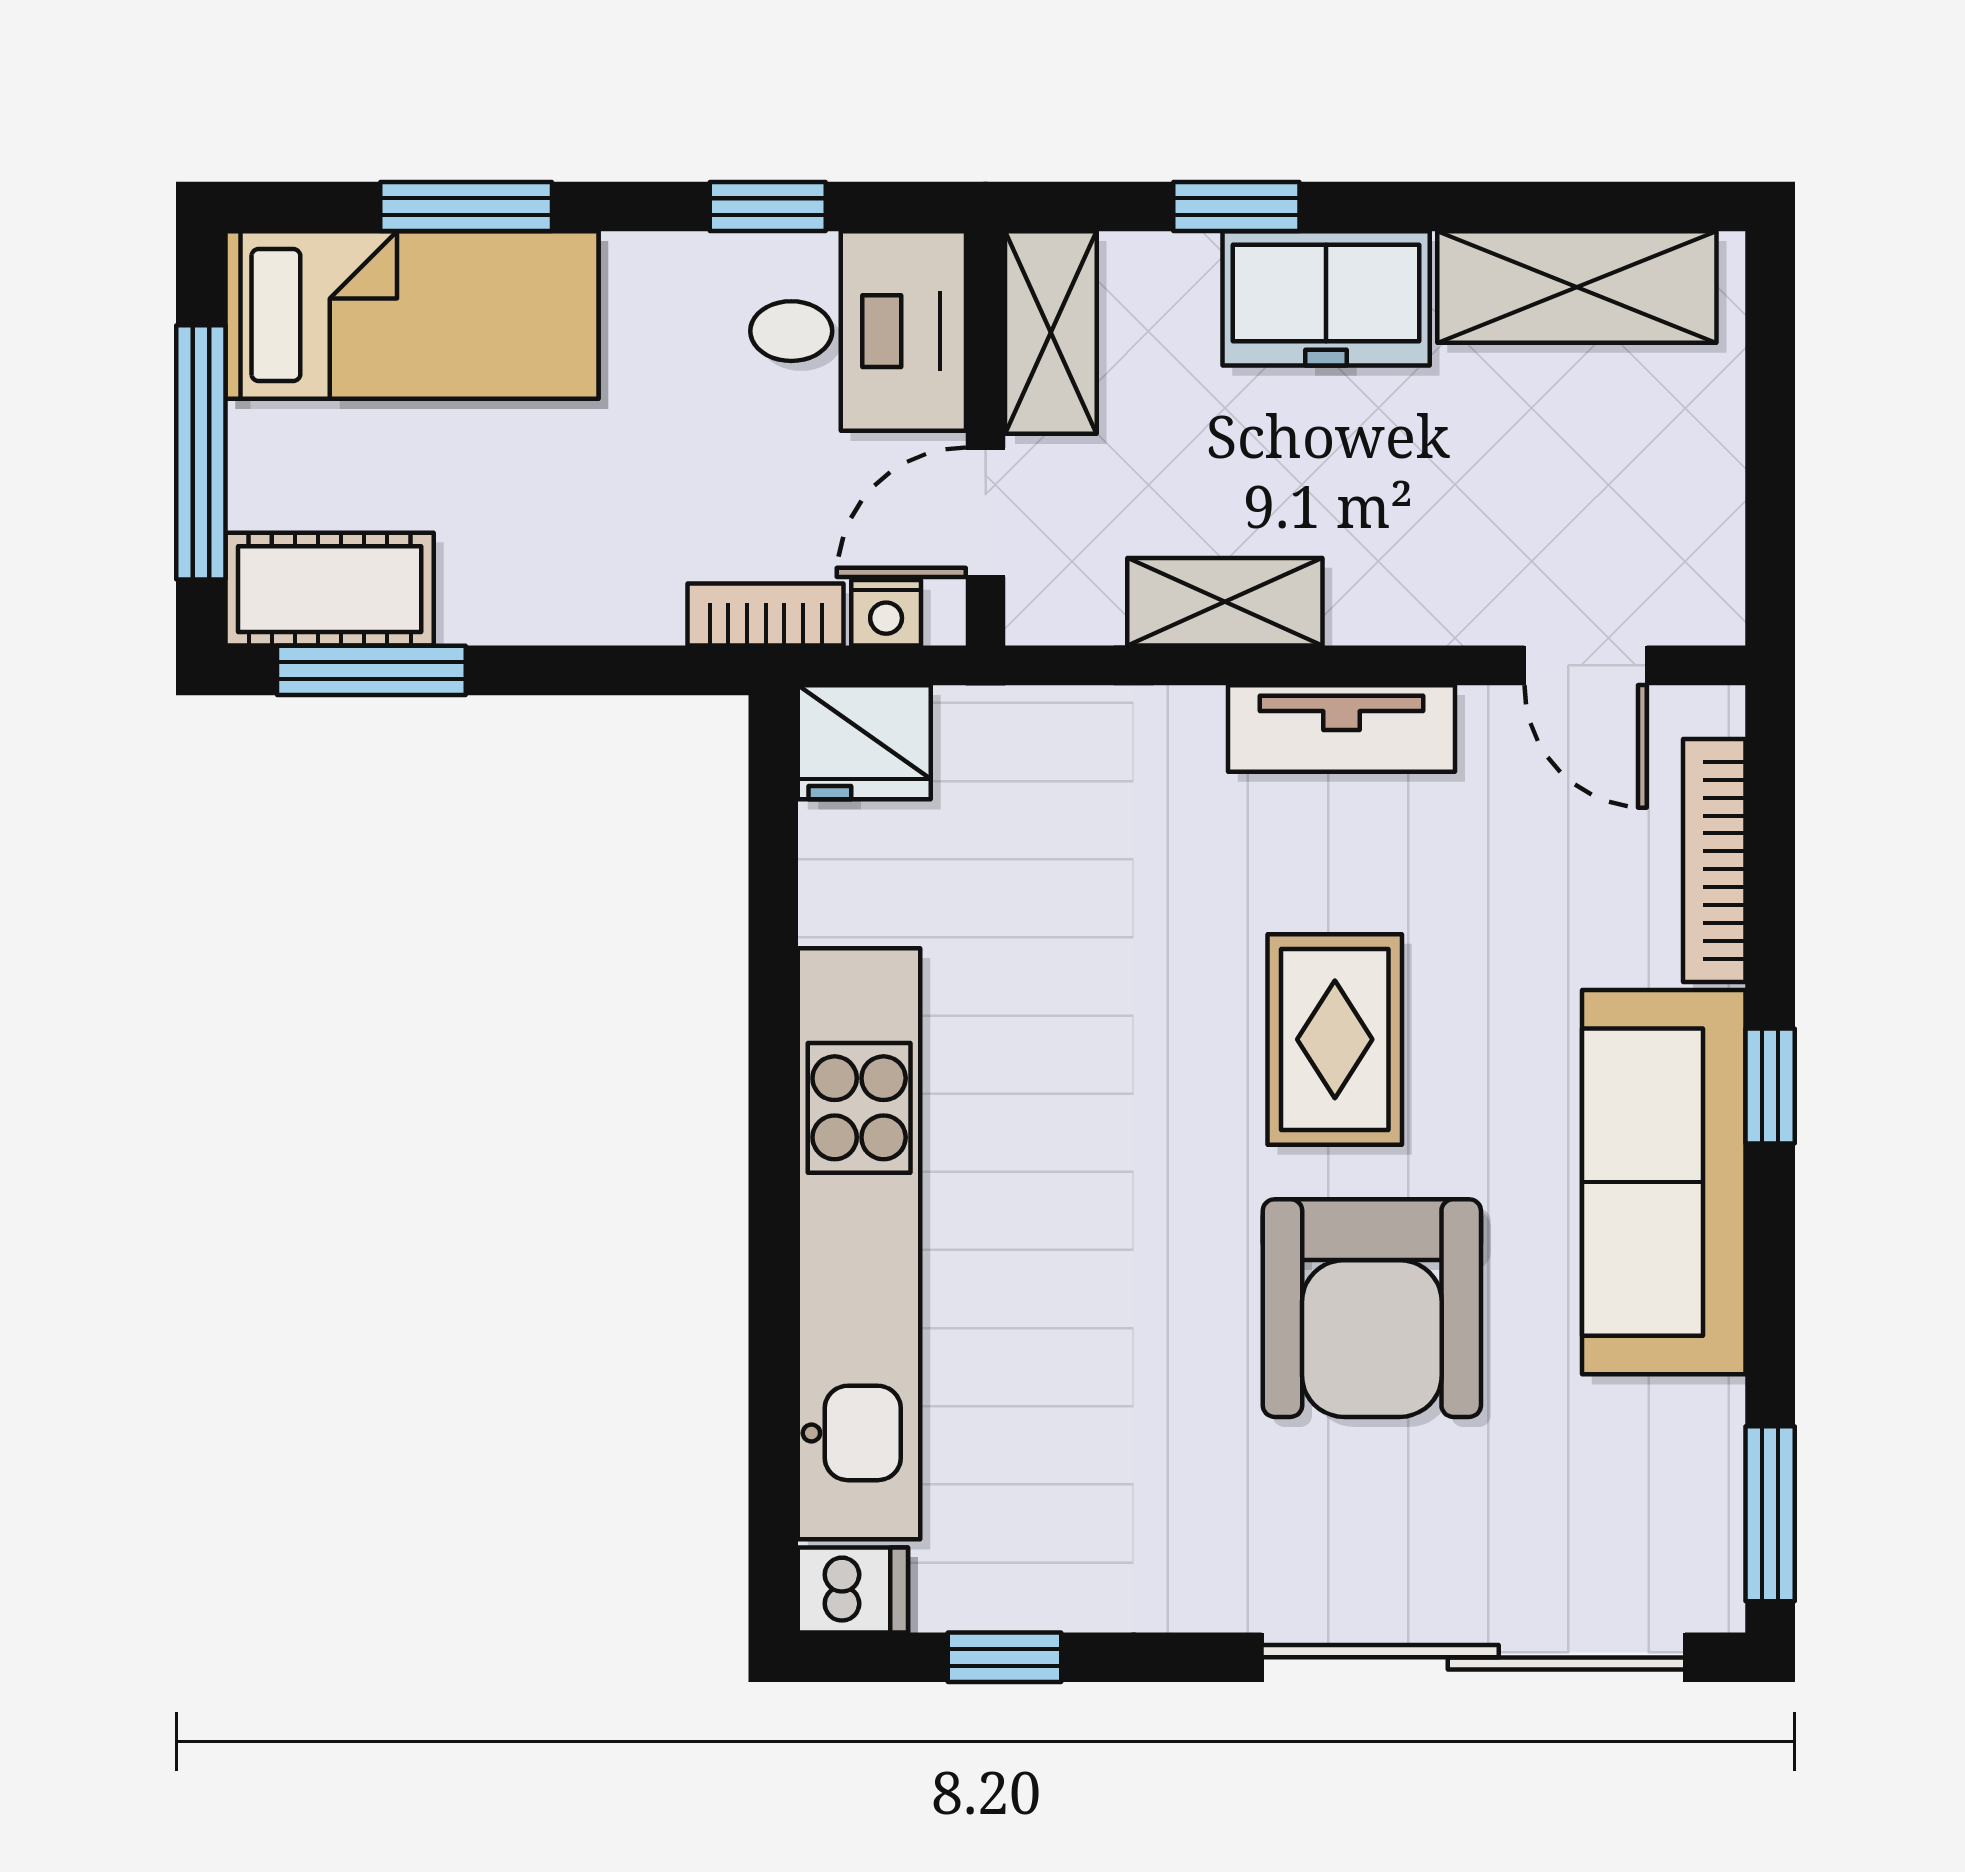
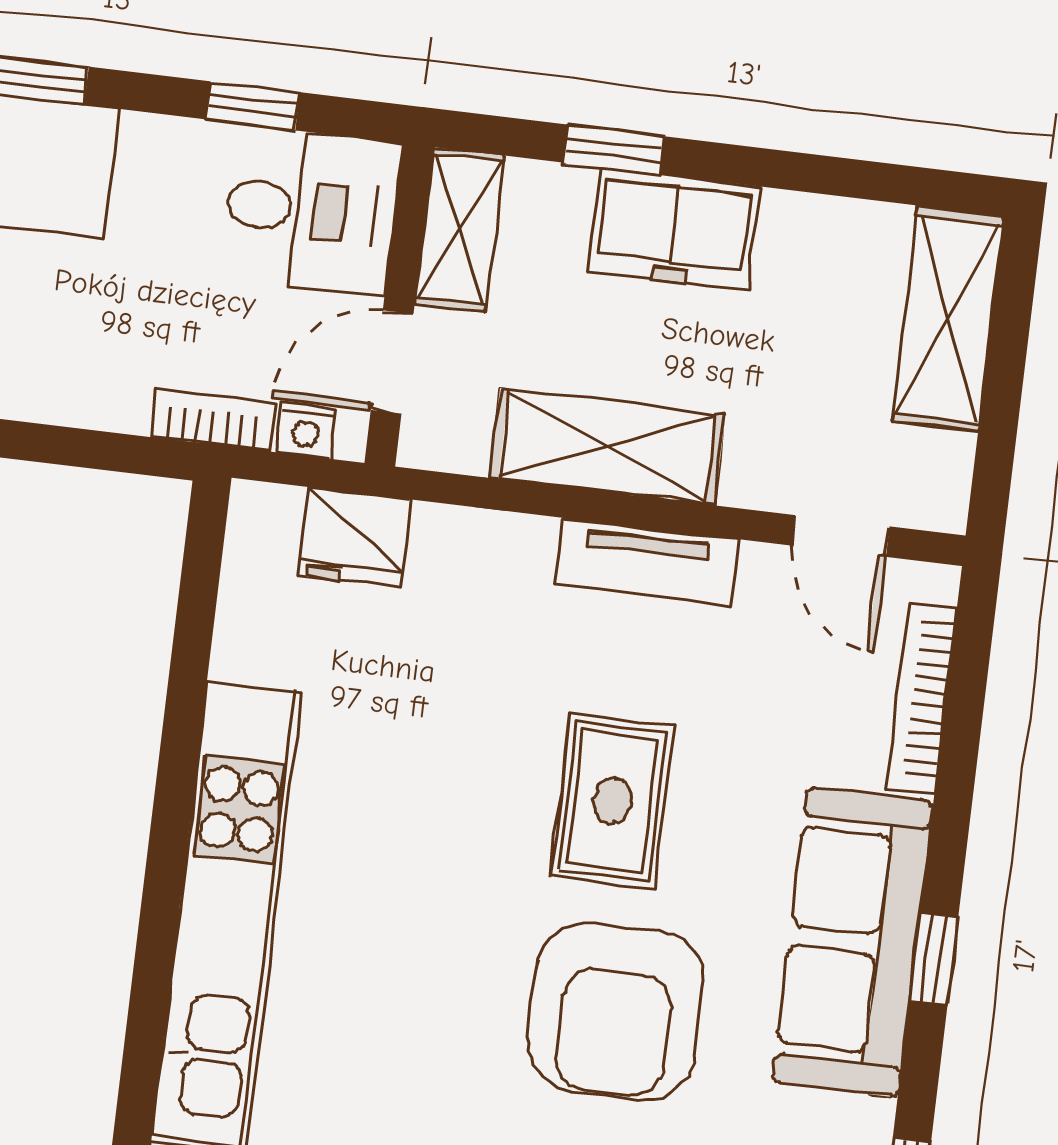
shelving: (1577, 287) -> (948, 318), moved, turned 90
shelving: (1225, 602) -> (607, 447), width x1.50, depth x1.33
fridge: (864, 742) -> (355, 537), moved
window: (1770, 1086) -> (934, 959), moved

